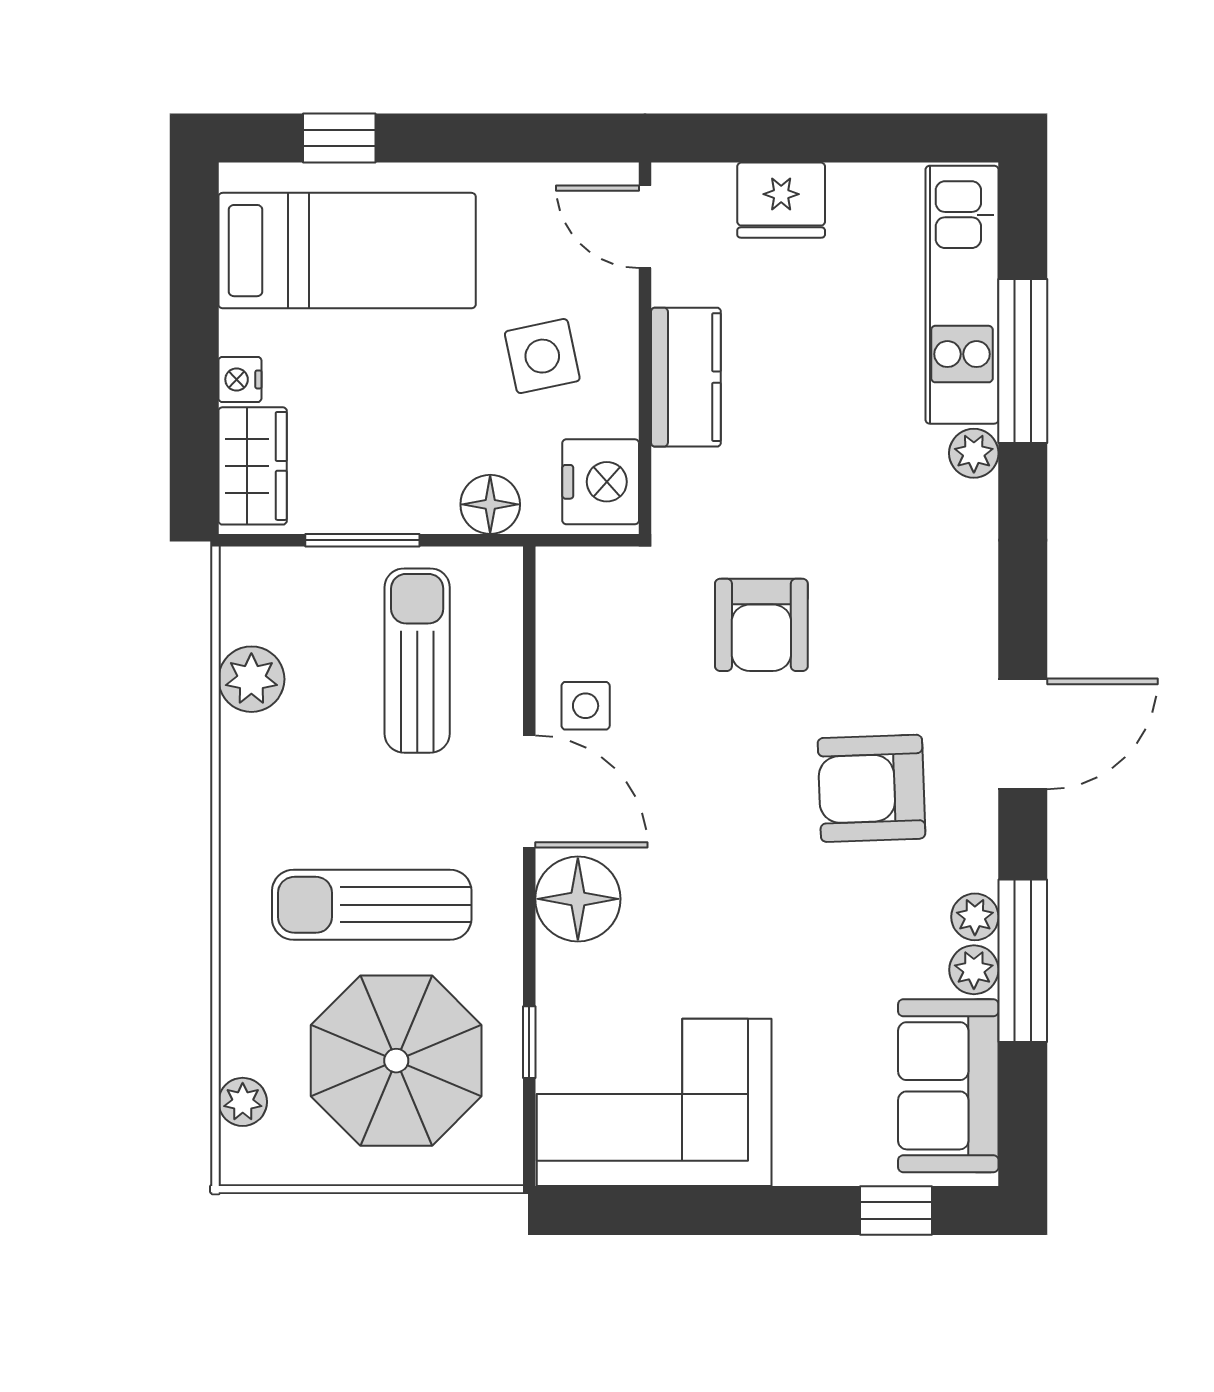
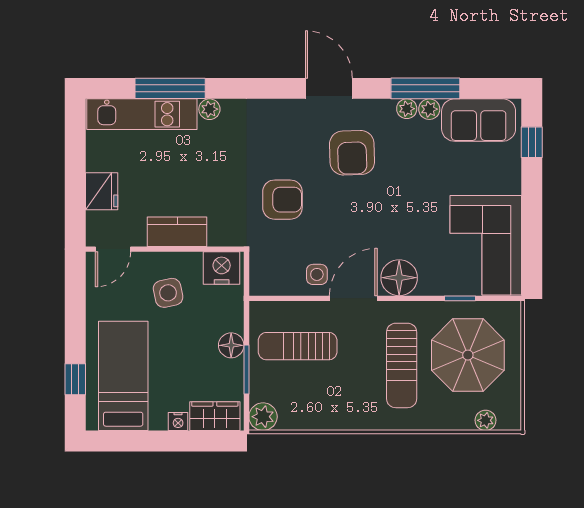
floor lamp: (490, 504) -> (231, 345), moved
plant: (251, 679) -> (263, 417), moved

